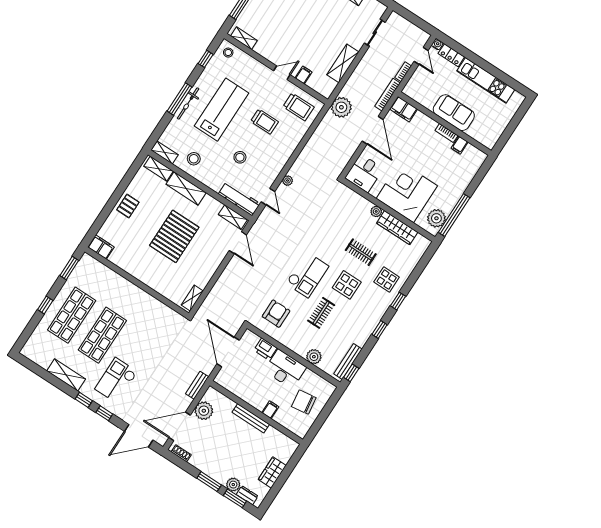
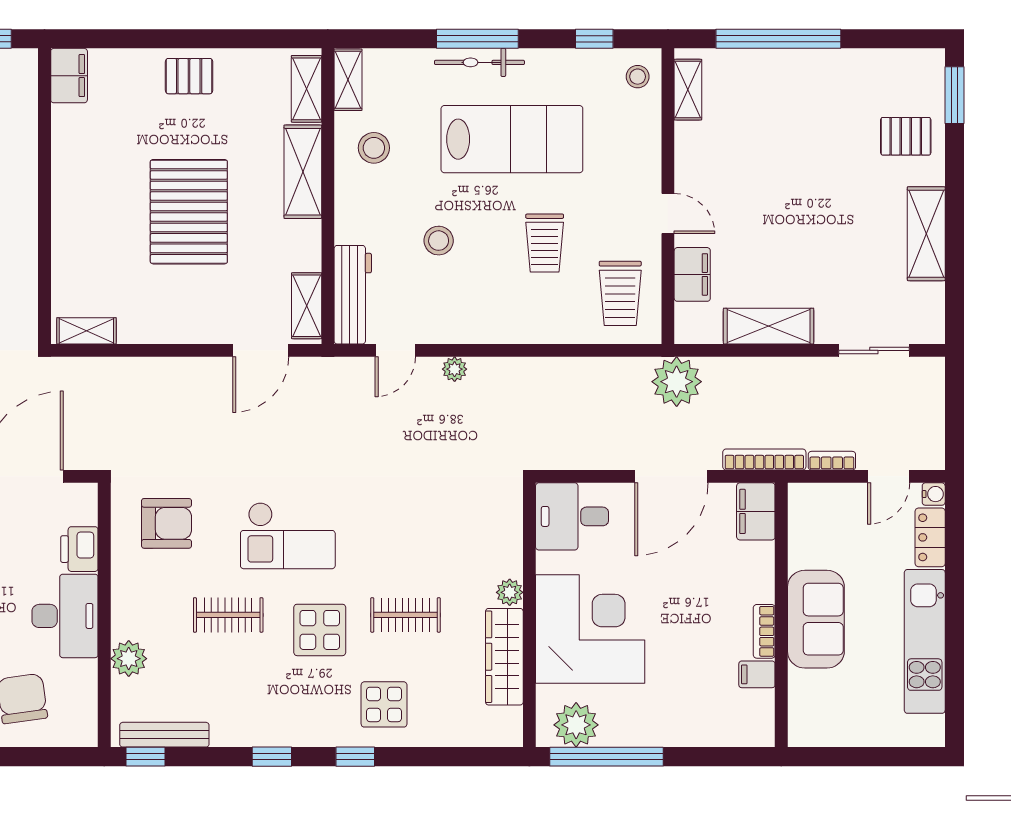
filing cabinet: (304, 75) -> (692, 274), width x2.00
pallet: (174, 236) -> (189, 212), turned 90
clothes rail: (361, 252) -> (406, 615), turned 90

